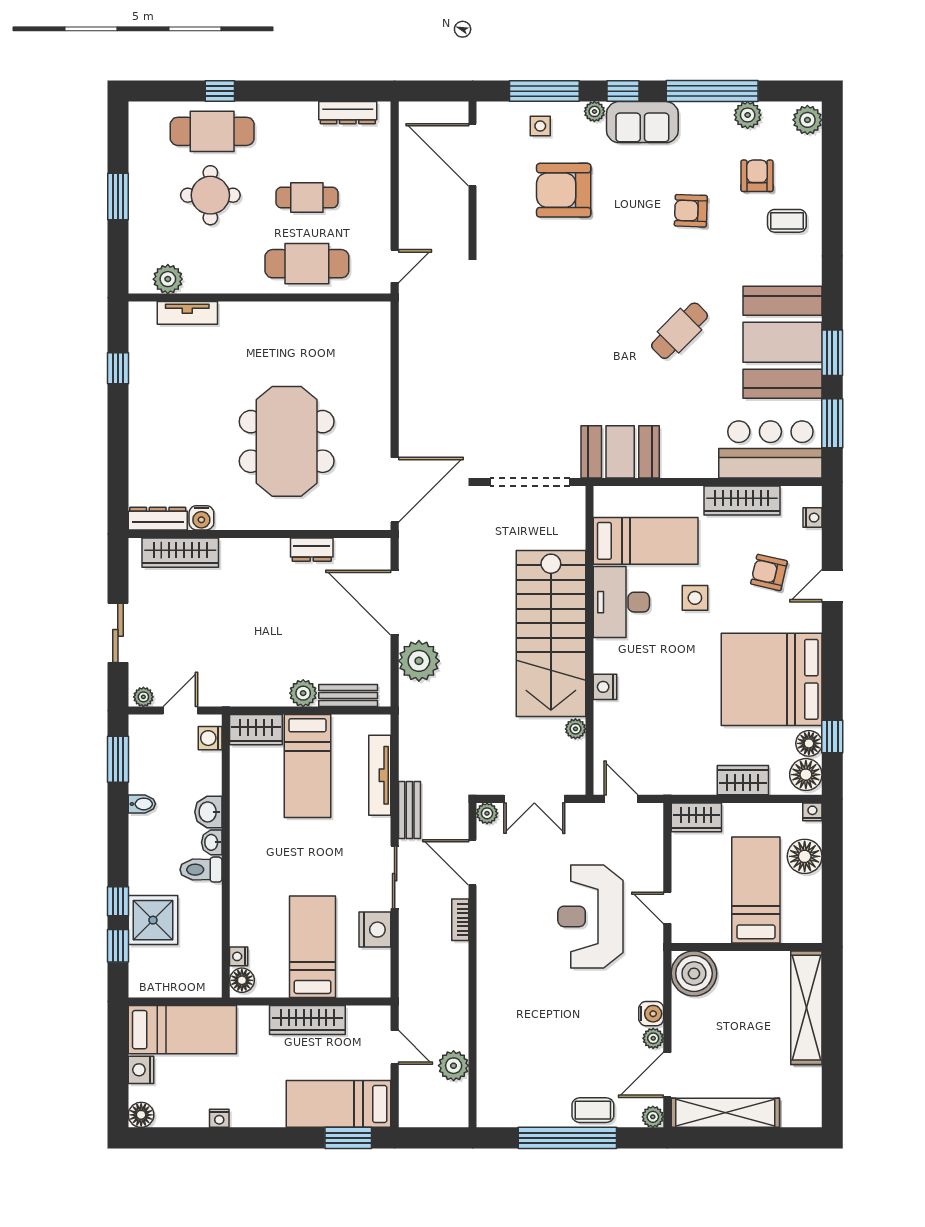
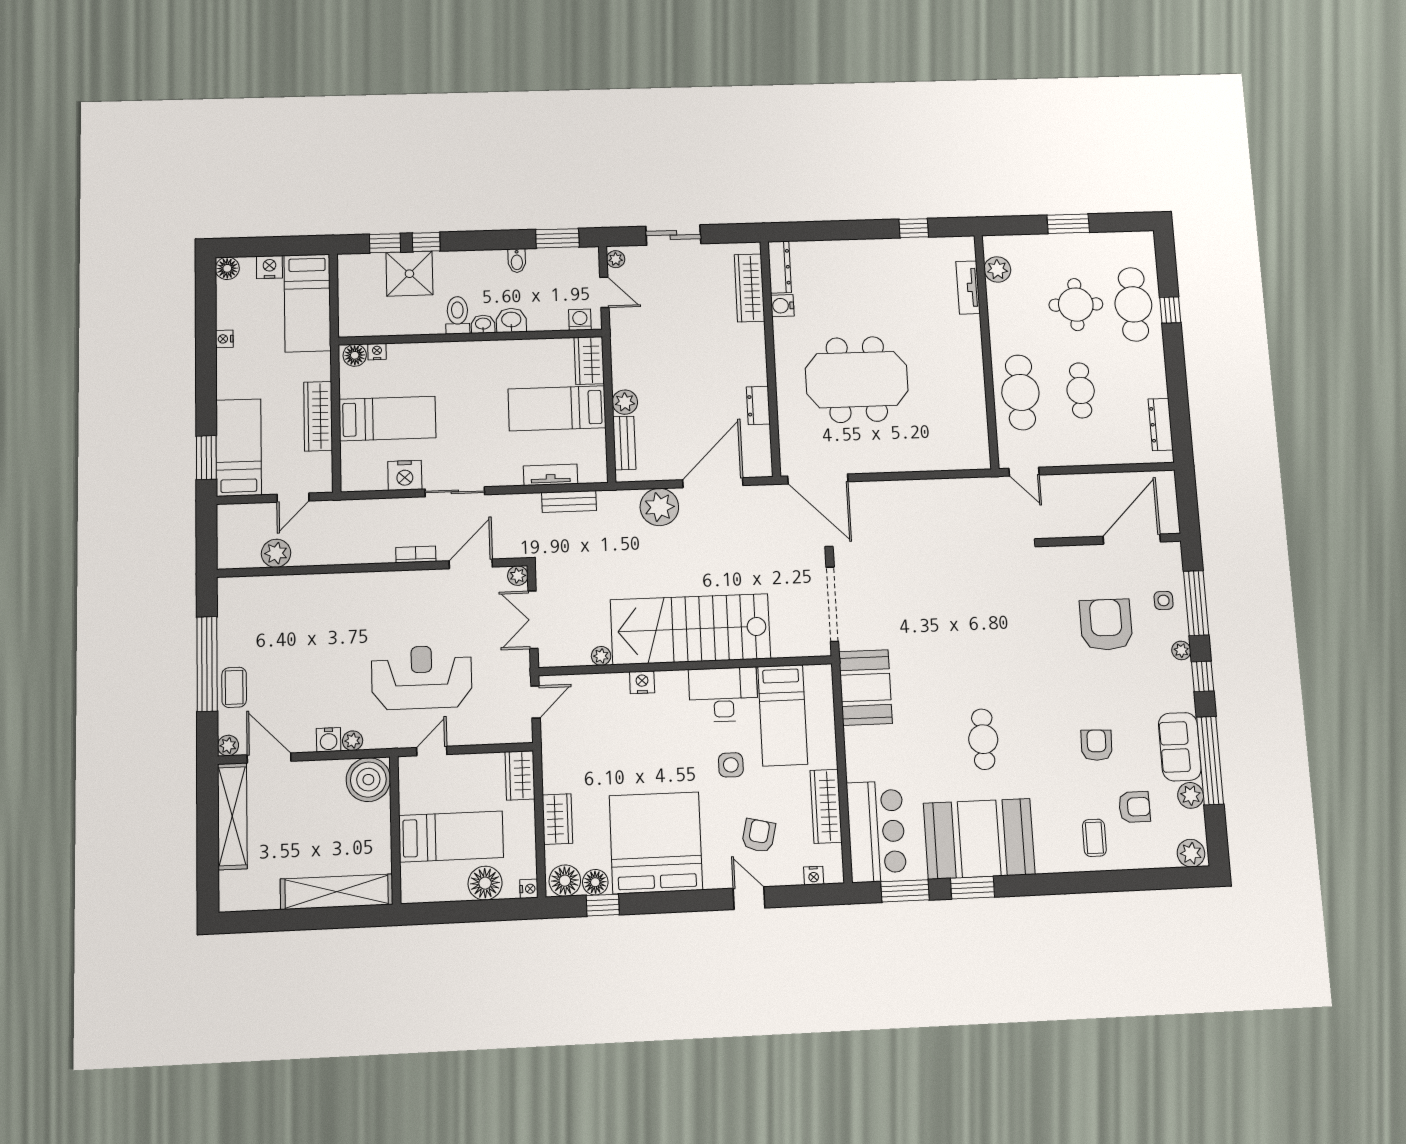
sofa: (642, 122) -> (1180, 747), moved
cafe table: (680, 331) -> (983, 739), turned 45
tv unit: (380, 775) -> (551, 475), width x0.71
bench: (409, 810) -> (569, 501), moved
plant: (653, 1038) -> (353, 741), moved

